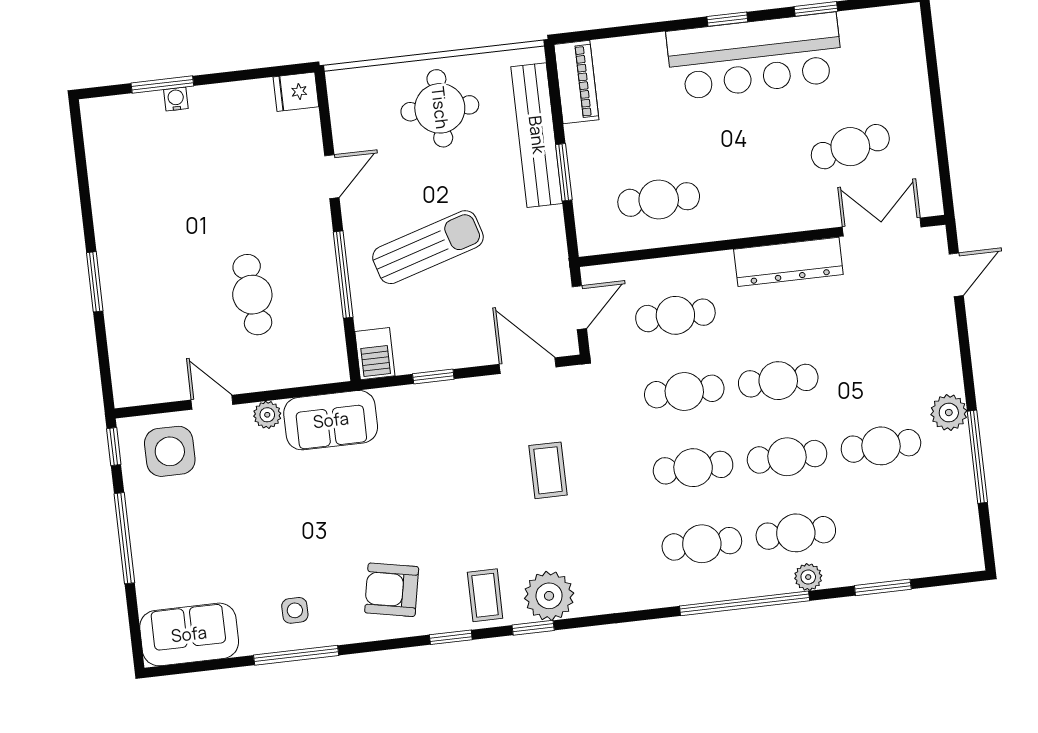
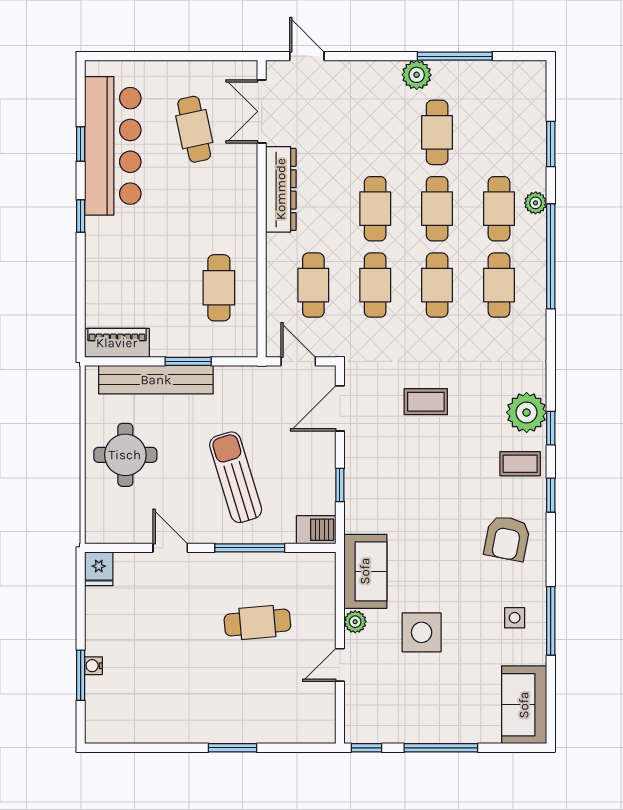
bar counter: (755, 56) -> (113, 146), moved
side table: (170, 451) -> (422, 632), moved

